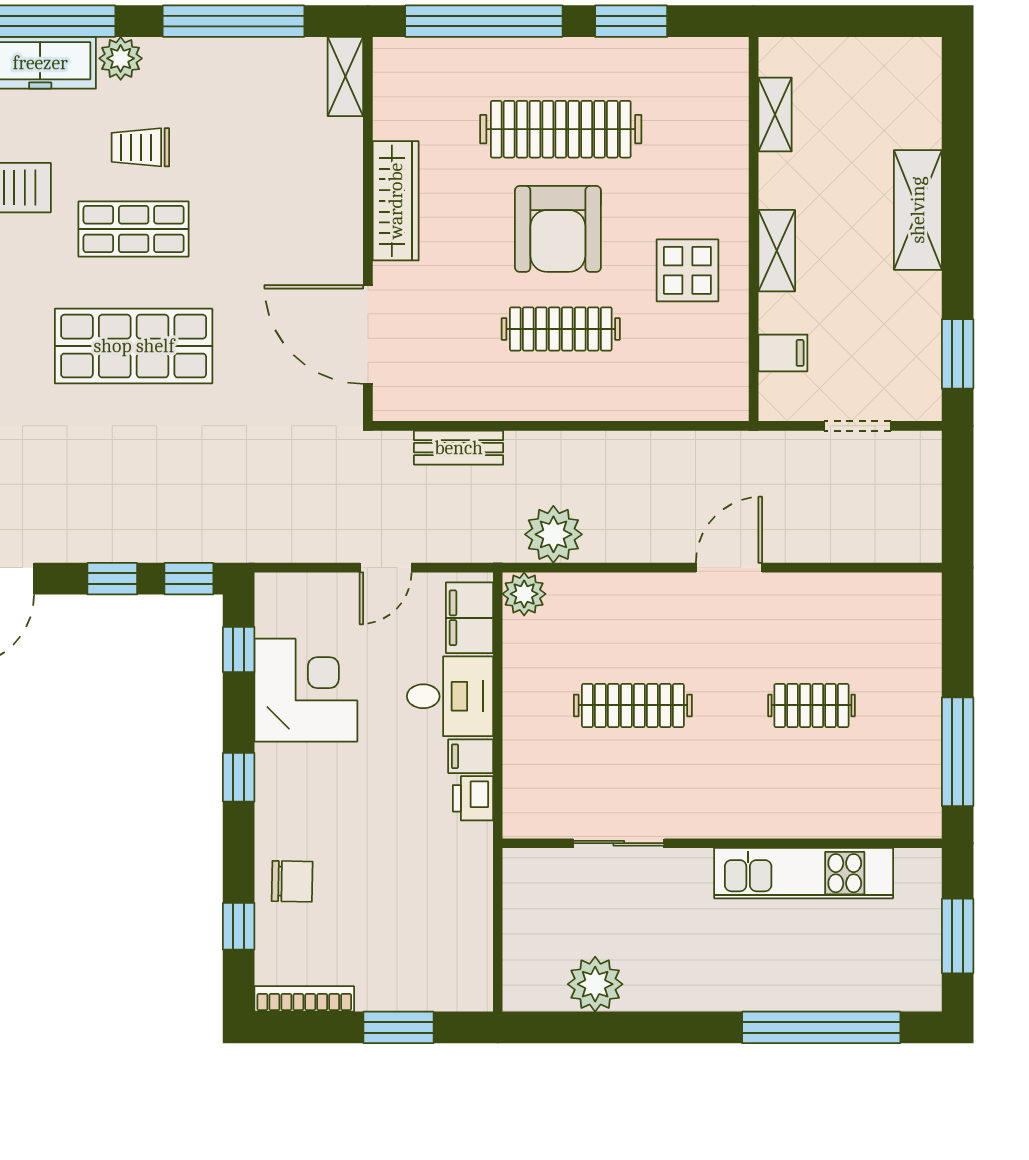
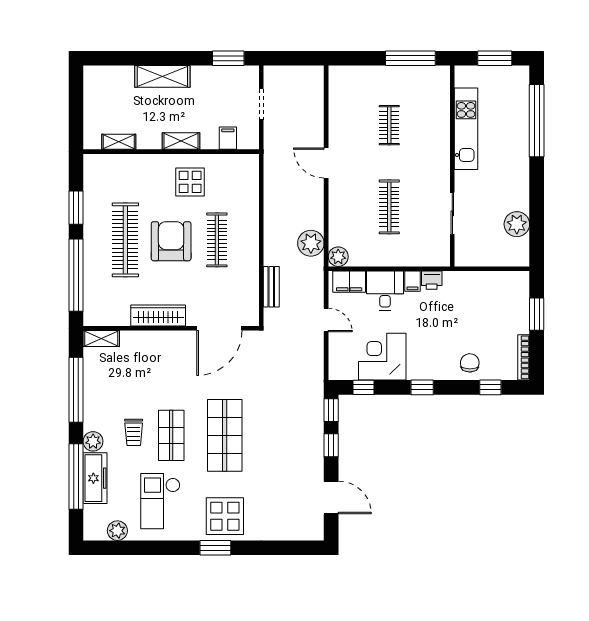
armchair: (558, 229) -> (171, 241), turned -90

